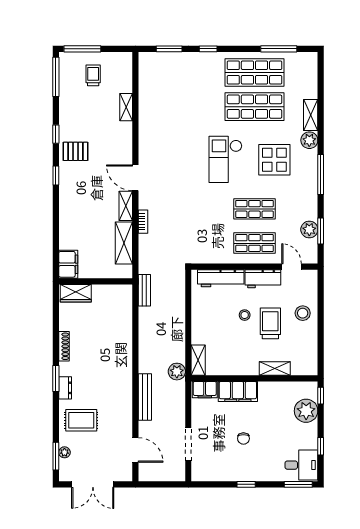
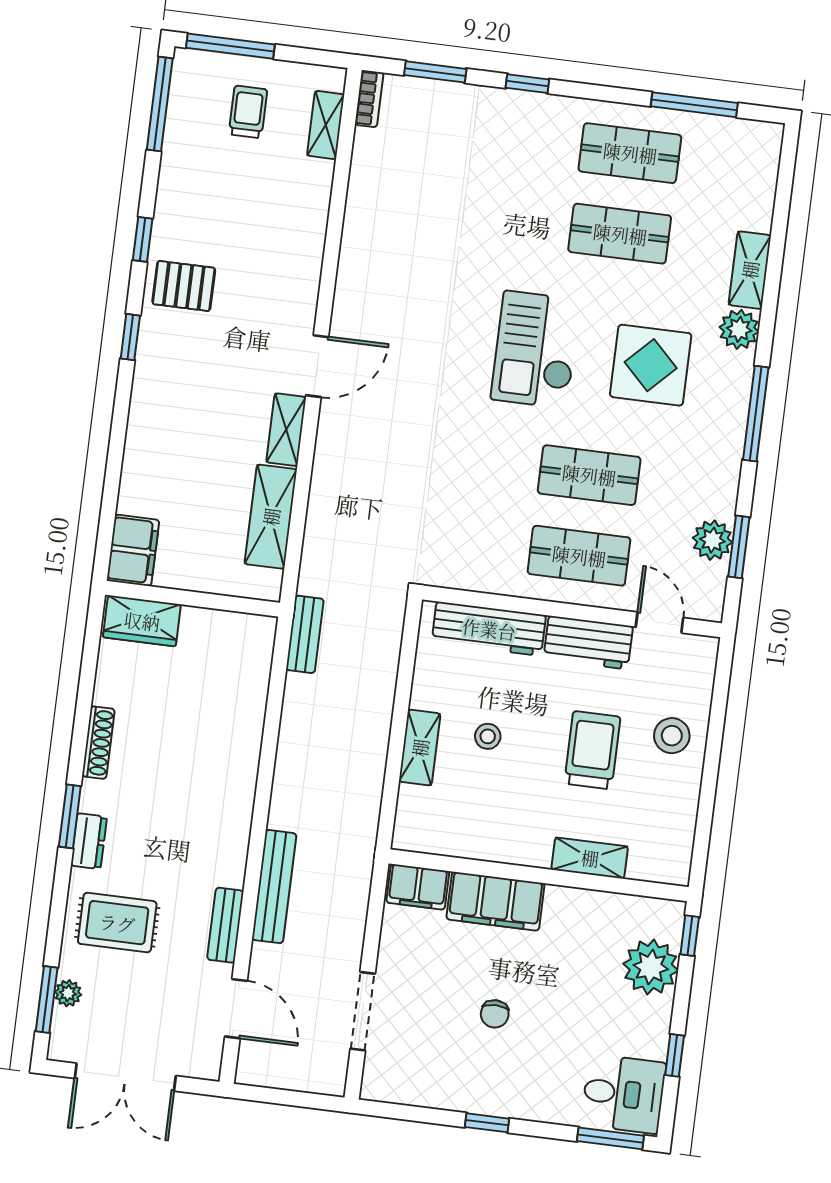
shop shelf: (254, 72) -> (630, 153), width x0.70, depth x0.74
shelving: (126, 107) -> (326, 125), moved
shop shelf: (254, 107) -> (620, 234), width x0.70, depth x0.74
door: (135, 178) -> (317, 366), swing flipped
bookcase: (143, 222) -> (369, 99), moved
stool: (245, 315) -> (488, 736), moved
shelving: (198, 360) -> (420, 748), moved
plant: (177, 372) -> (357, 836), removed
bench: (127, 416) -> (225, 925), added

